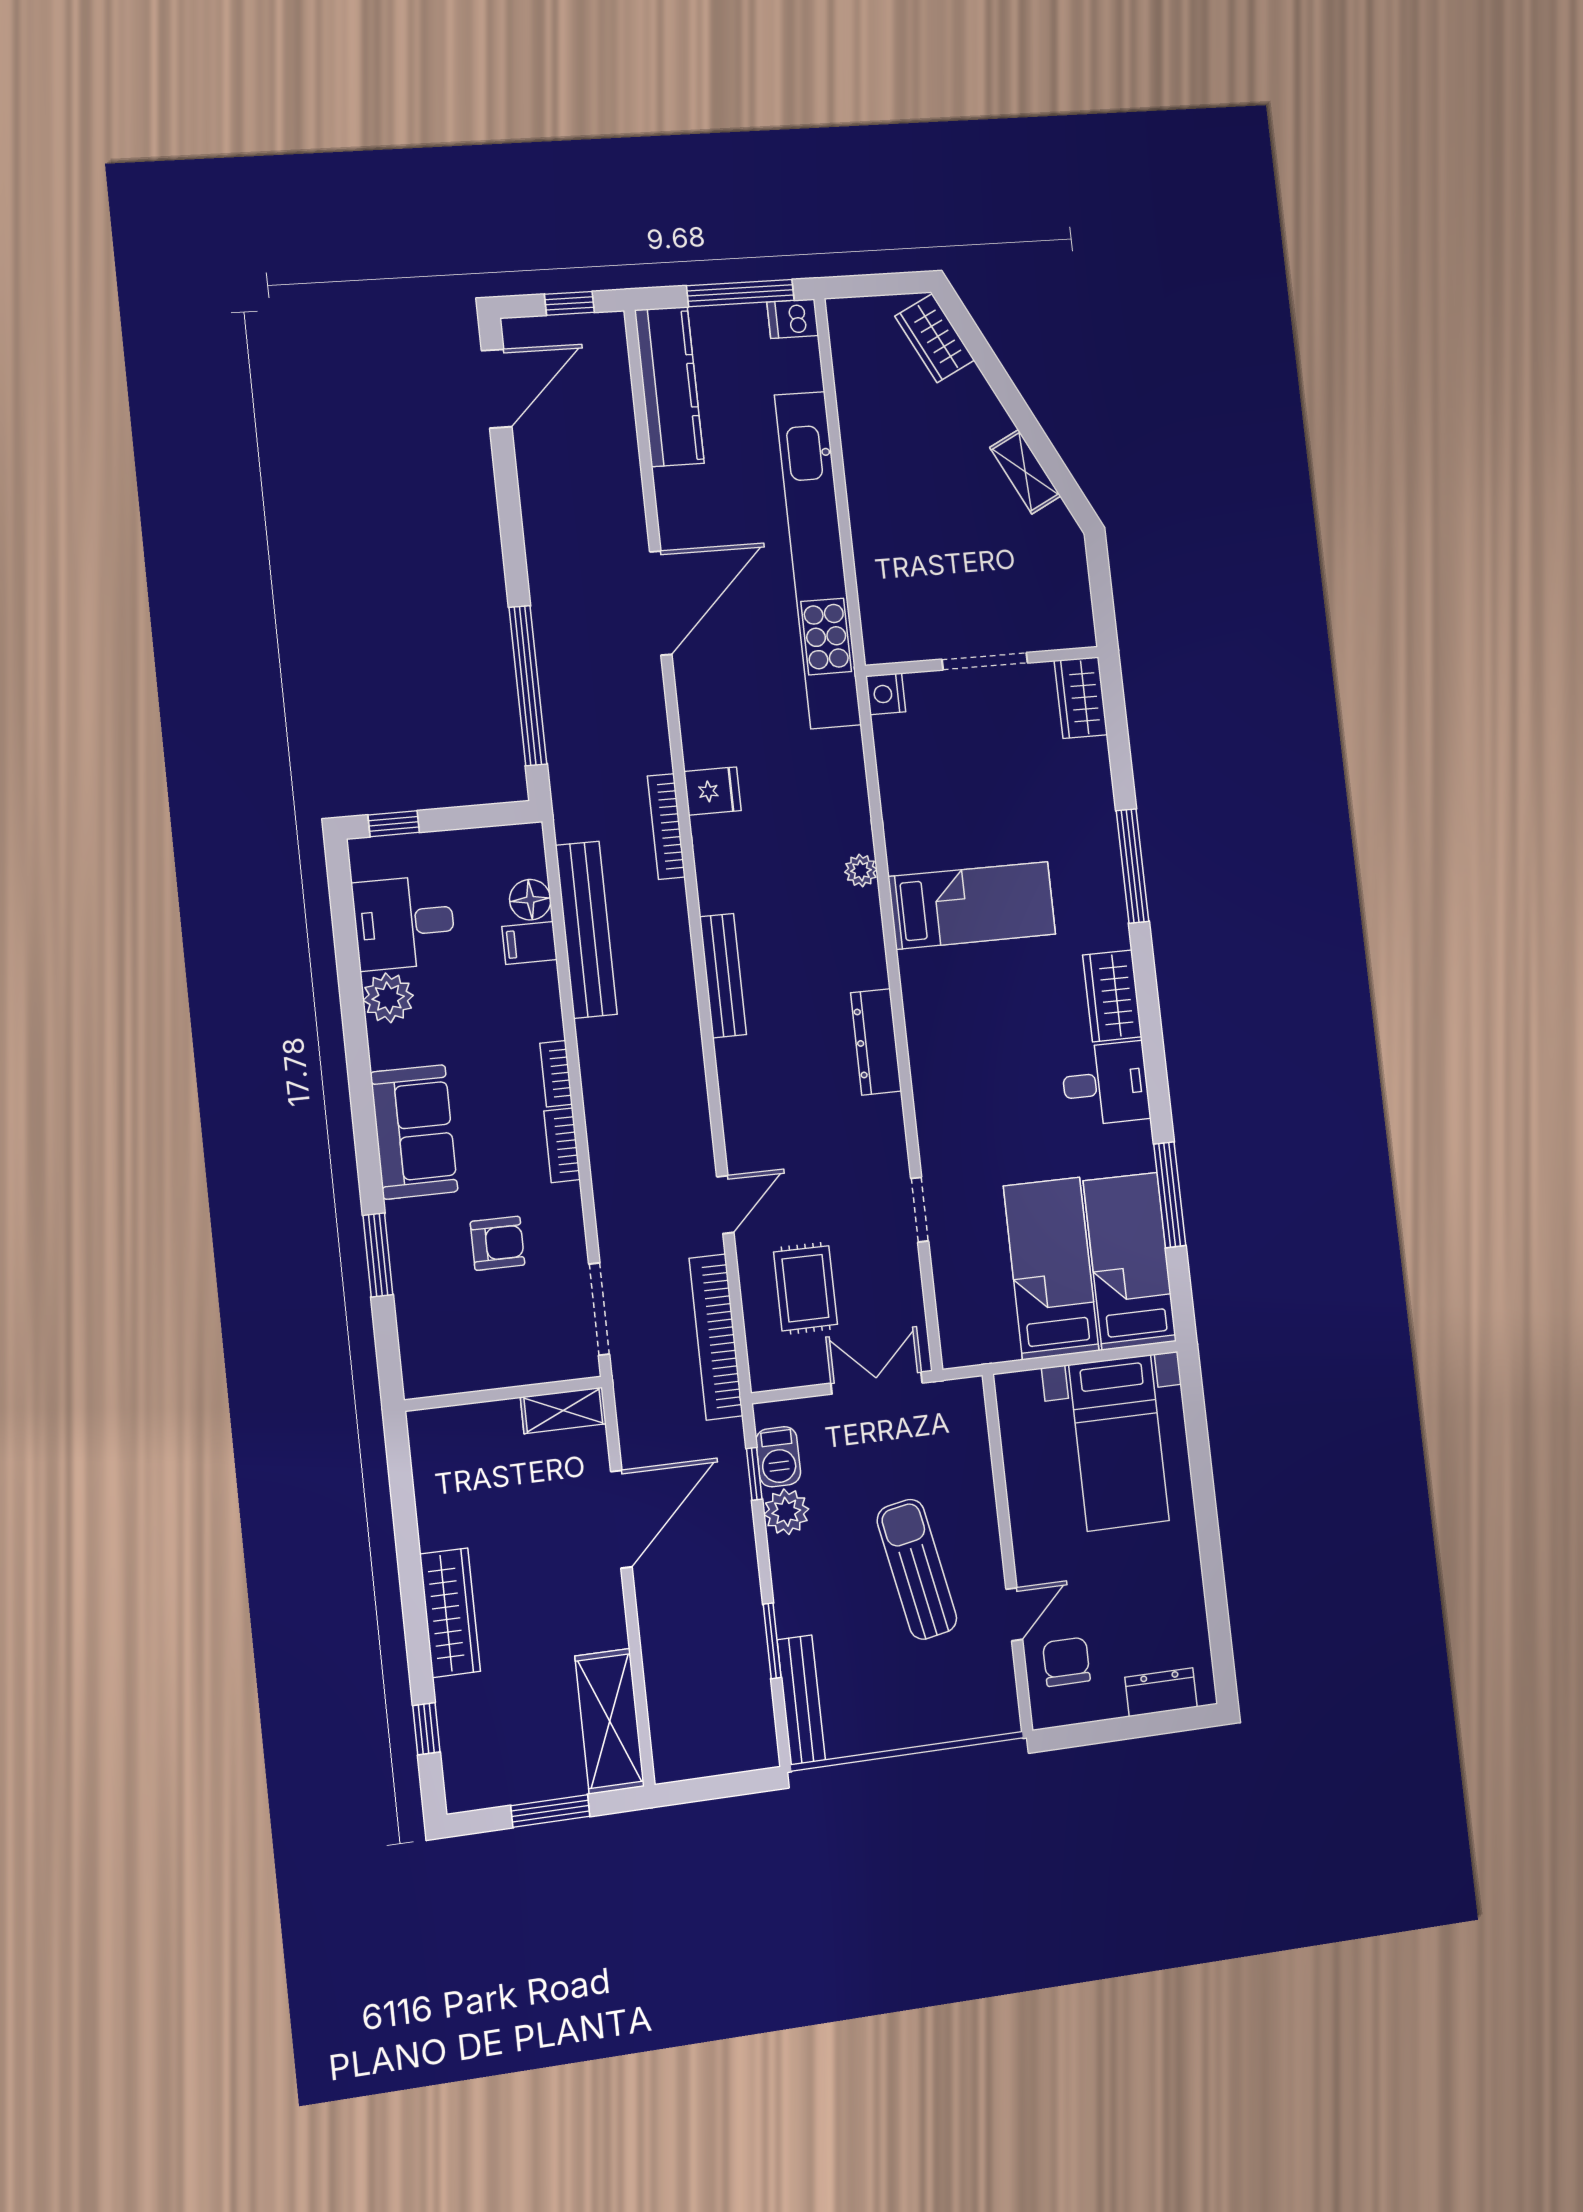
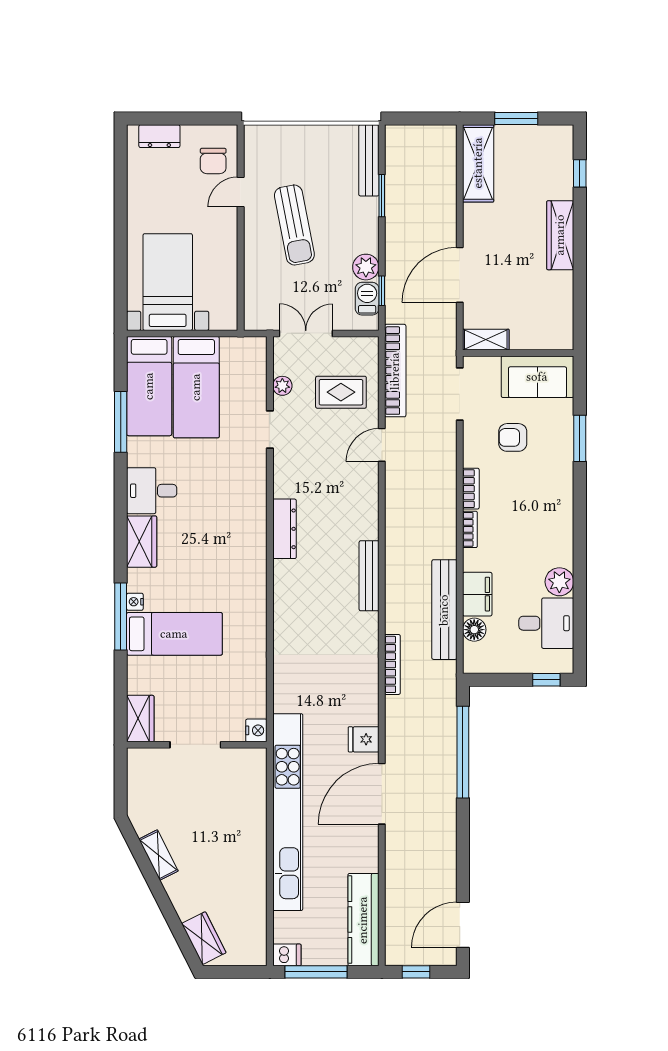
fridge: (713, 791) -> (364, 739), moved
plant: (861, 871) -> (282, 386), moved
nightstand: (1112, 893) -> (135, 602), added
bed: (972, 905) -> (174, 634), moved, turned 180
filing cabinet: (530, 943) -> (477, 594), width x2.00
sofa: (414, 1132) -> (537, 377), moved, turned -90
rug: (805, 1288) -> (341, 392), turned 90
double door: (877, 1383) -> (306, 333), swing flipped

